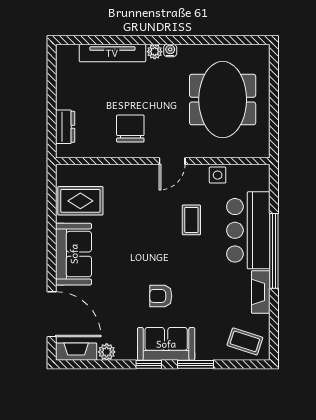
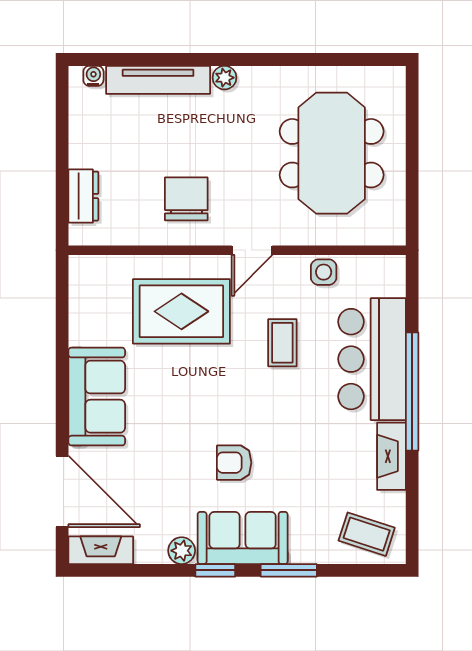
water cooler: (170, 50) -> (93, 76), moved
rug: (80, 201) -> (181, 311), moved, width x1.36, depth x1.43
plant: (107, 352) -> (182, 551), moved

